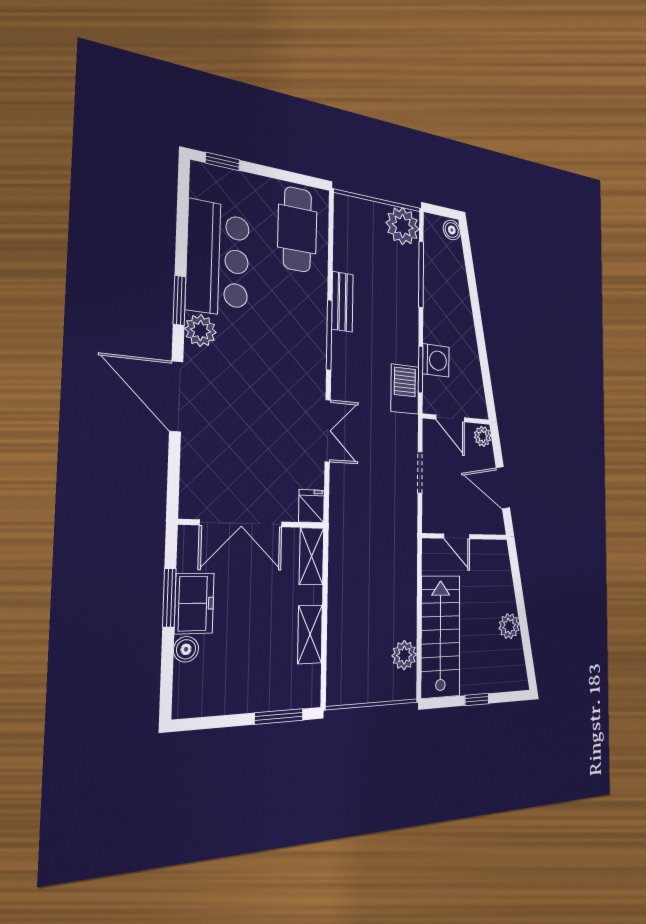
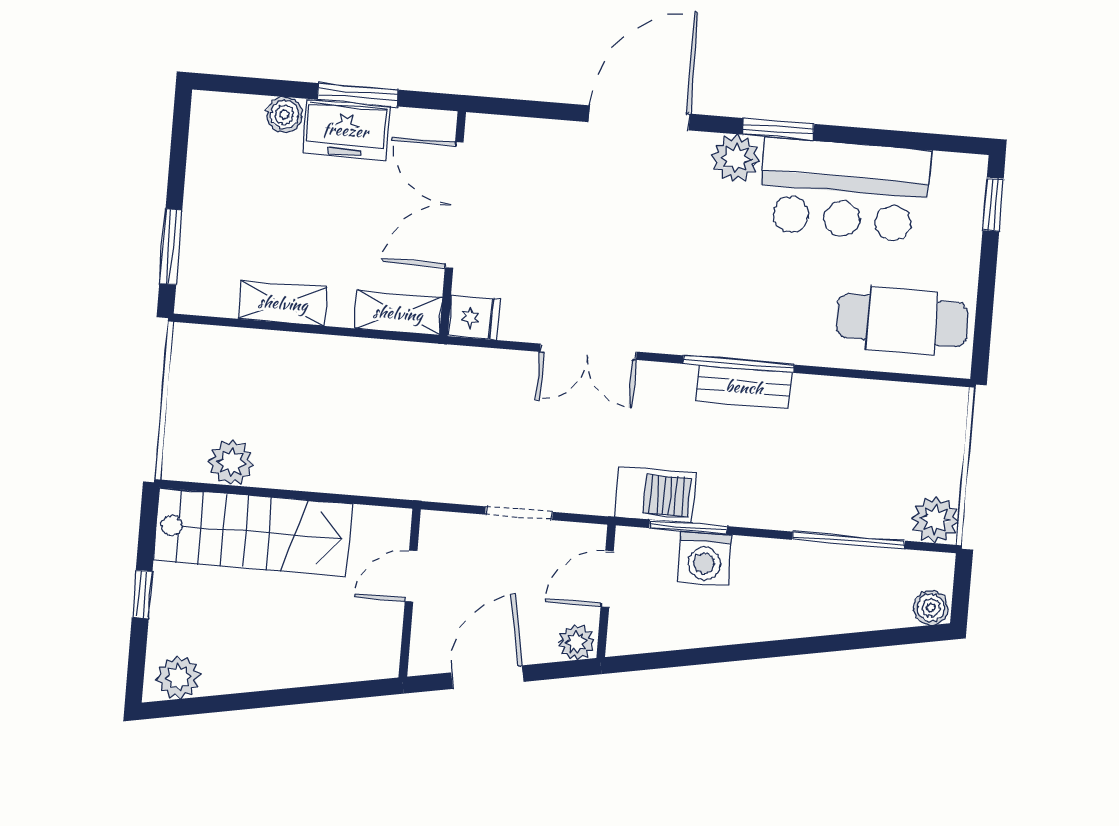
plant: (403, 226) -> (935, 520), width x0.73, depth x0.73
bench: (342, 302) -> (744, 387), moved
plant: (509, 626) -> (179, 677), moved

